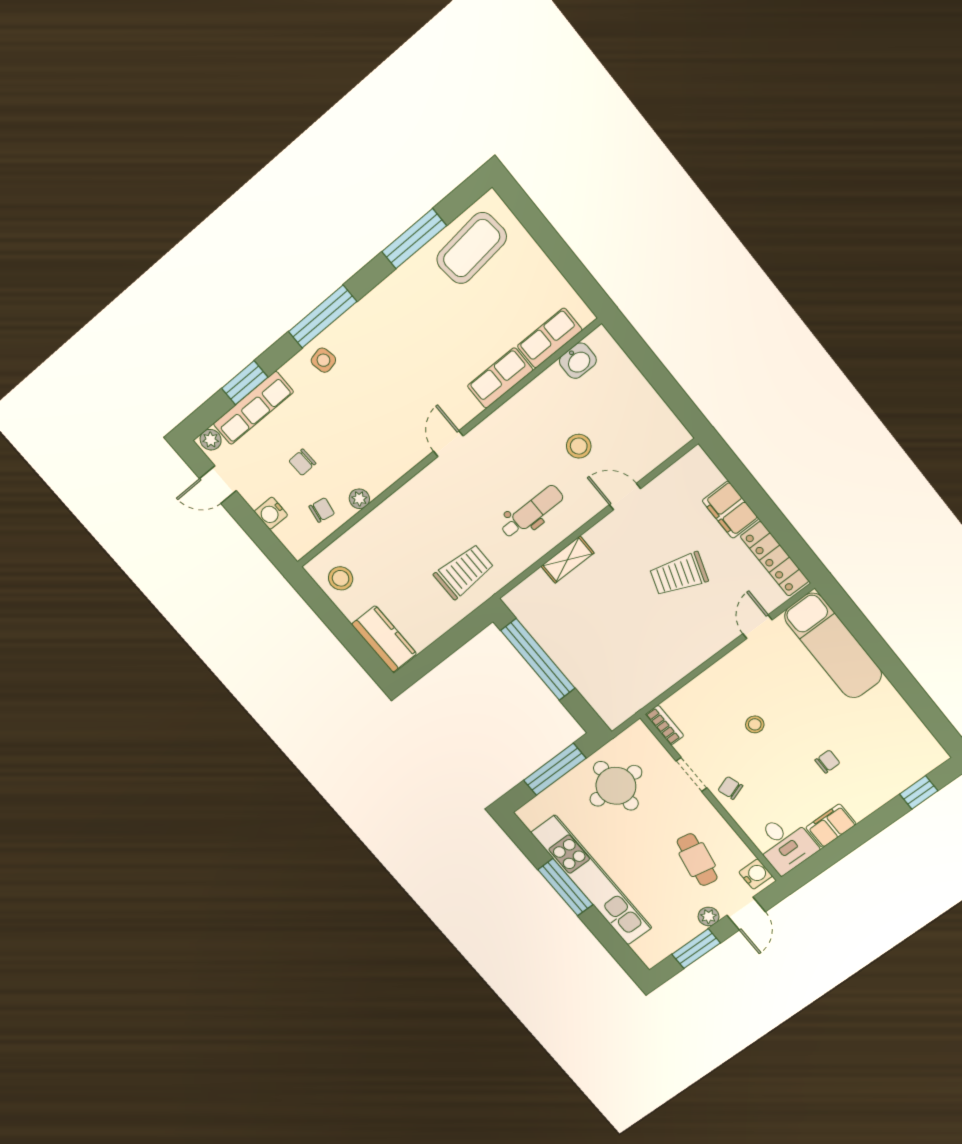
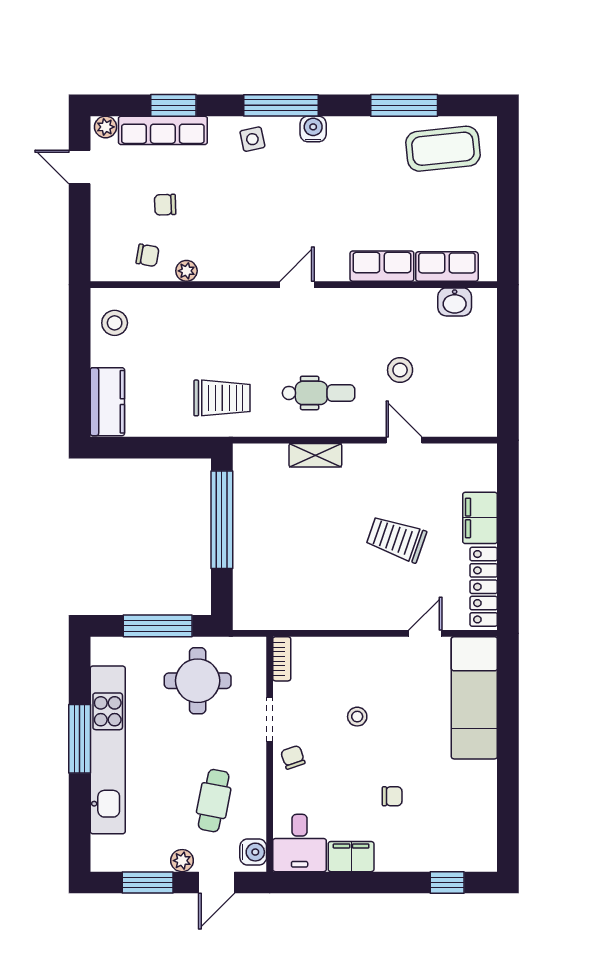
water cooler: (271, 513) -> (313, 129), moved, turned 90

